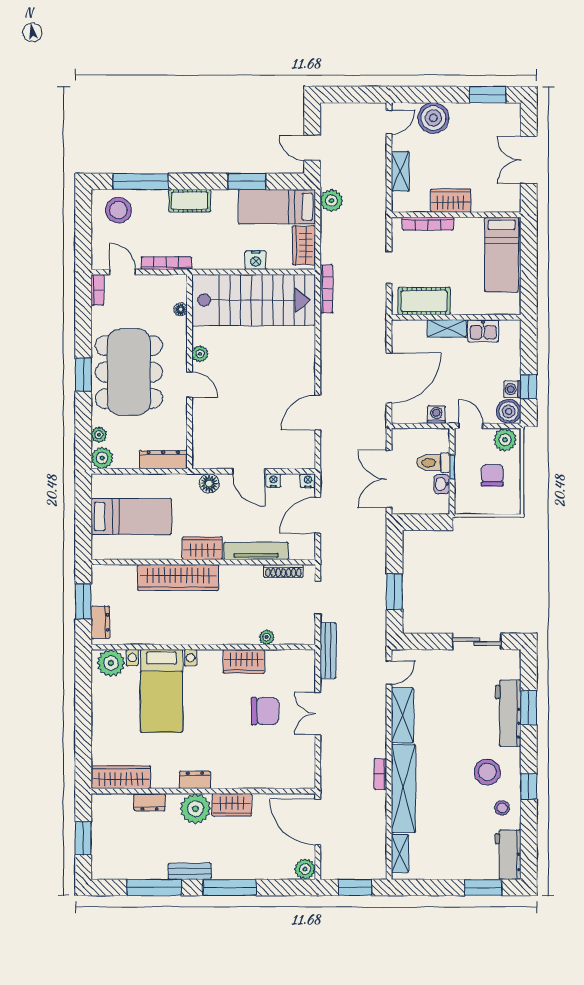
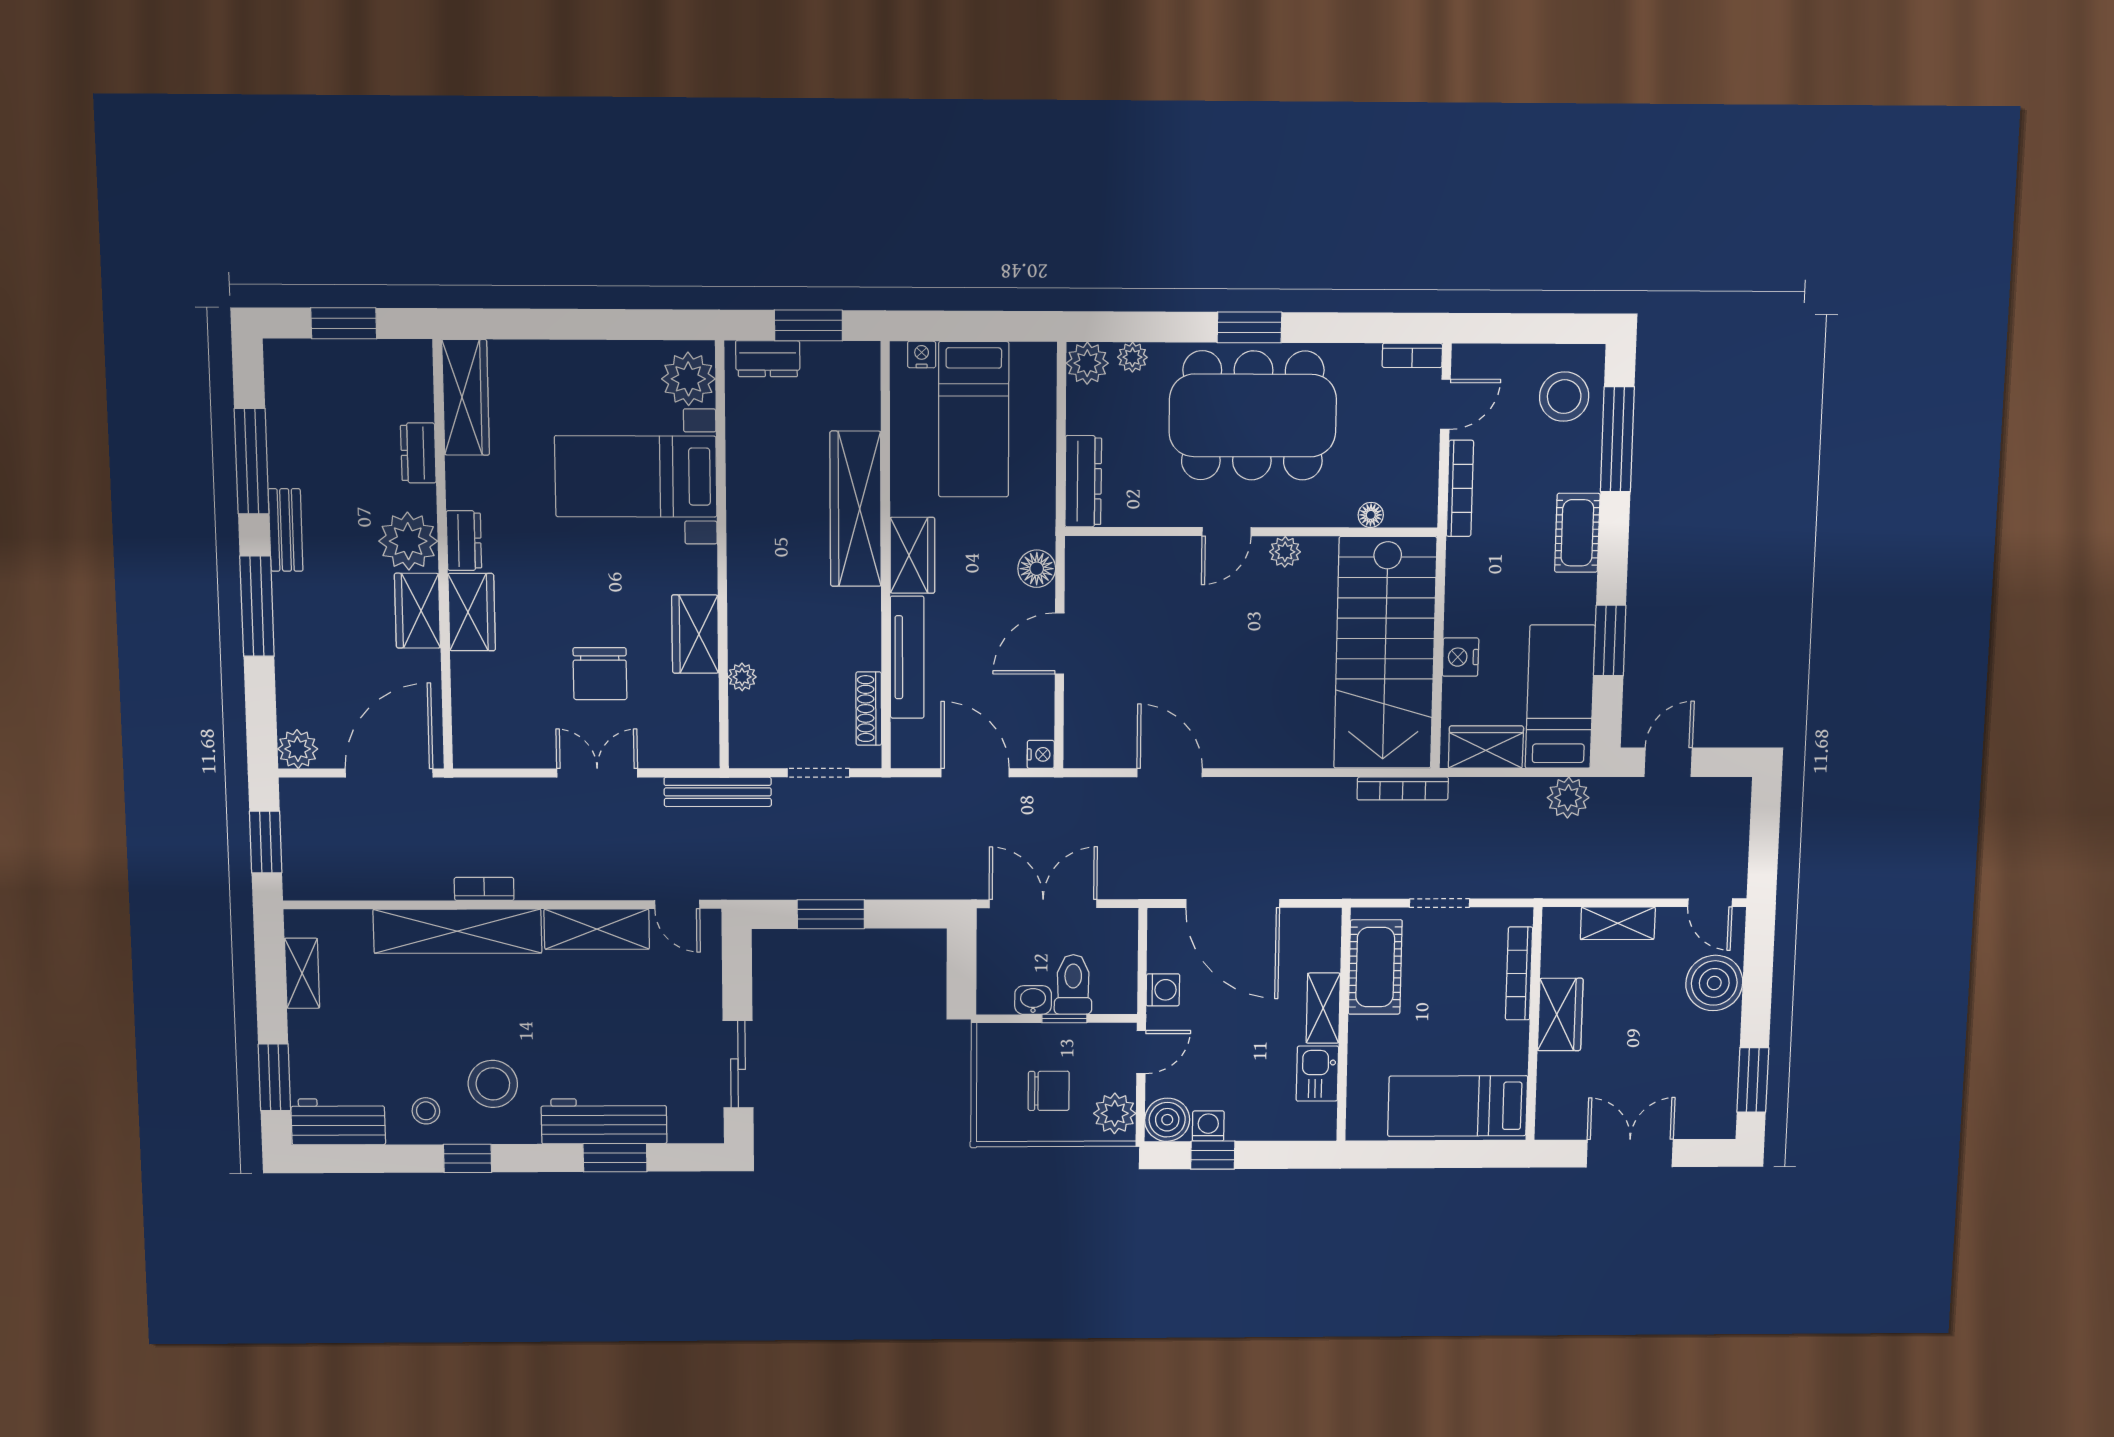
nightstand: (273, 480) -> (922, 355), moved, turned -90
wardrobe: (232, 777) -> (472, 612), added
shelving: (400, 853) -> (302, 973), moved, turned 90

